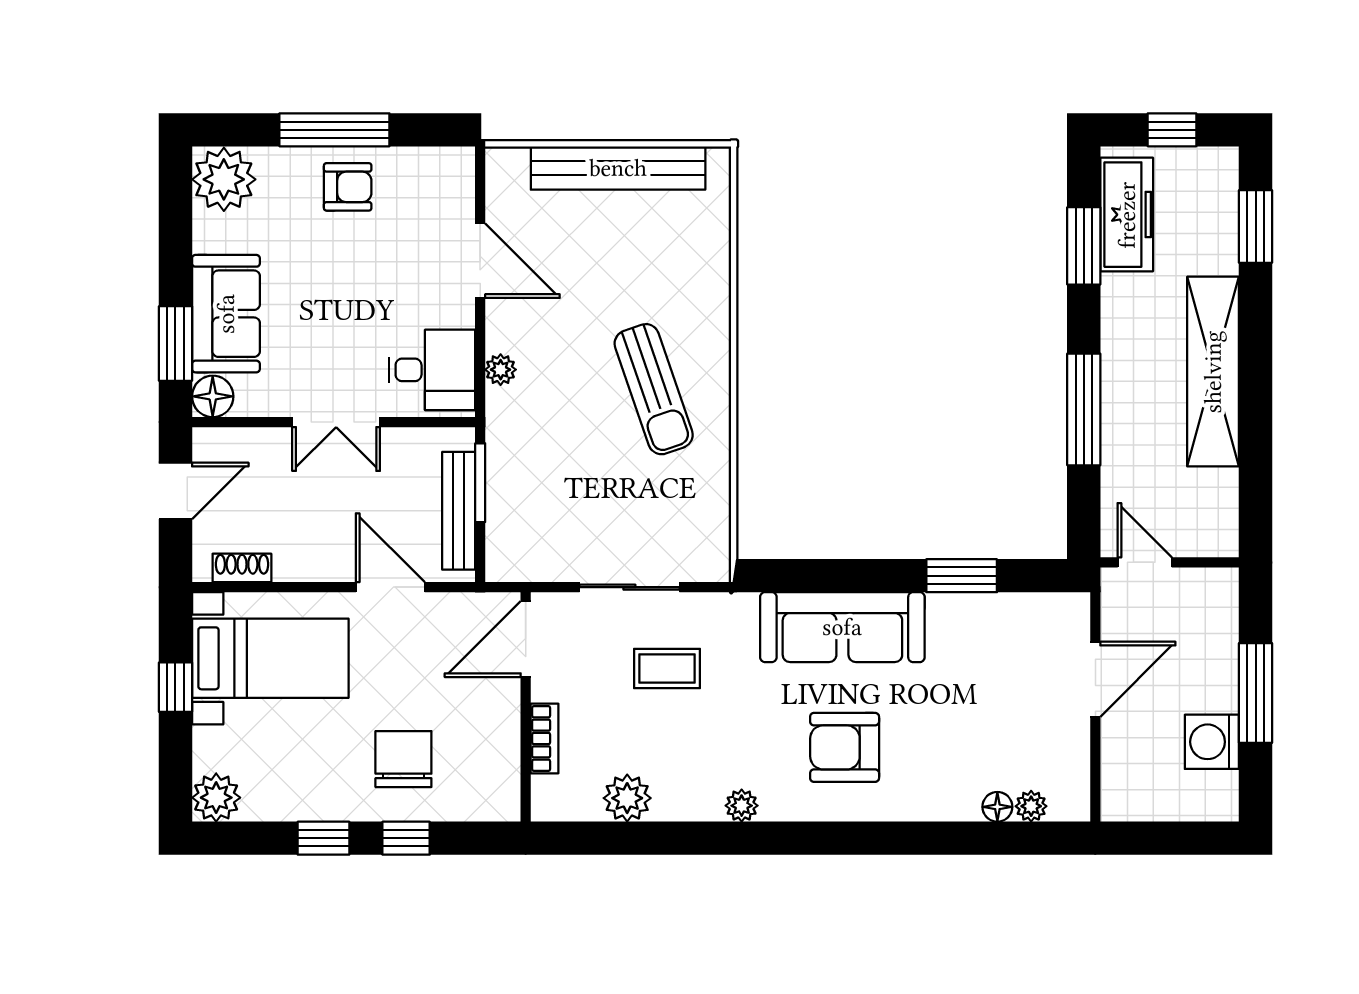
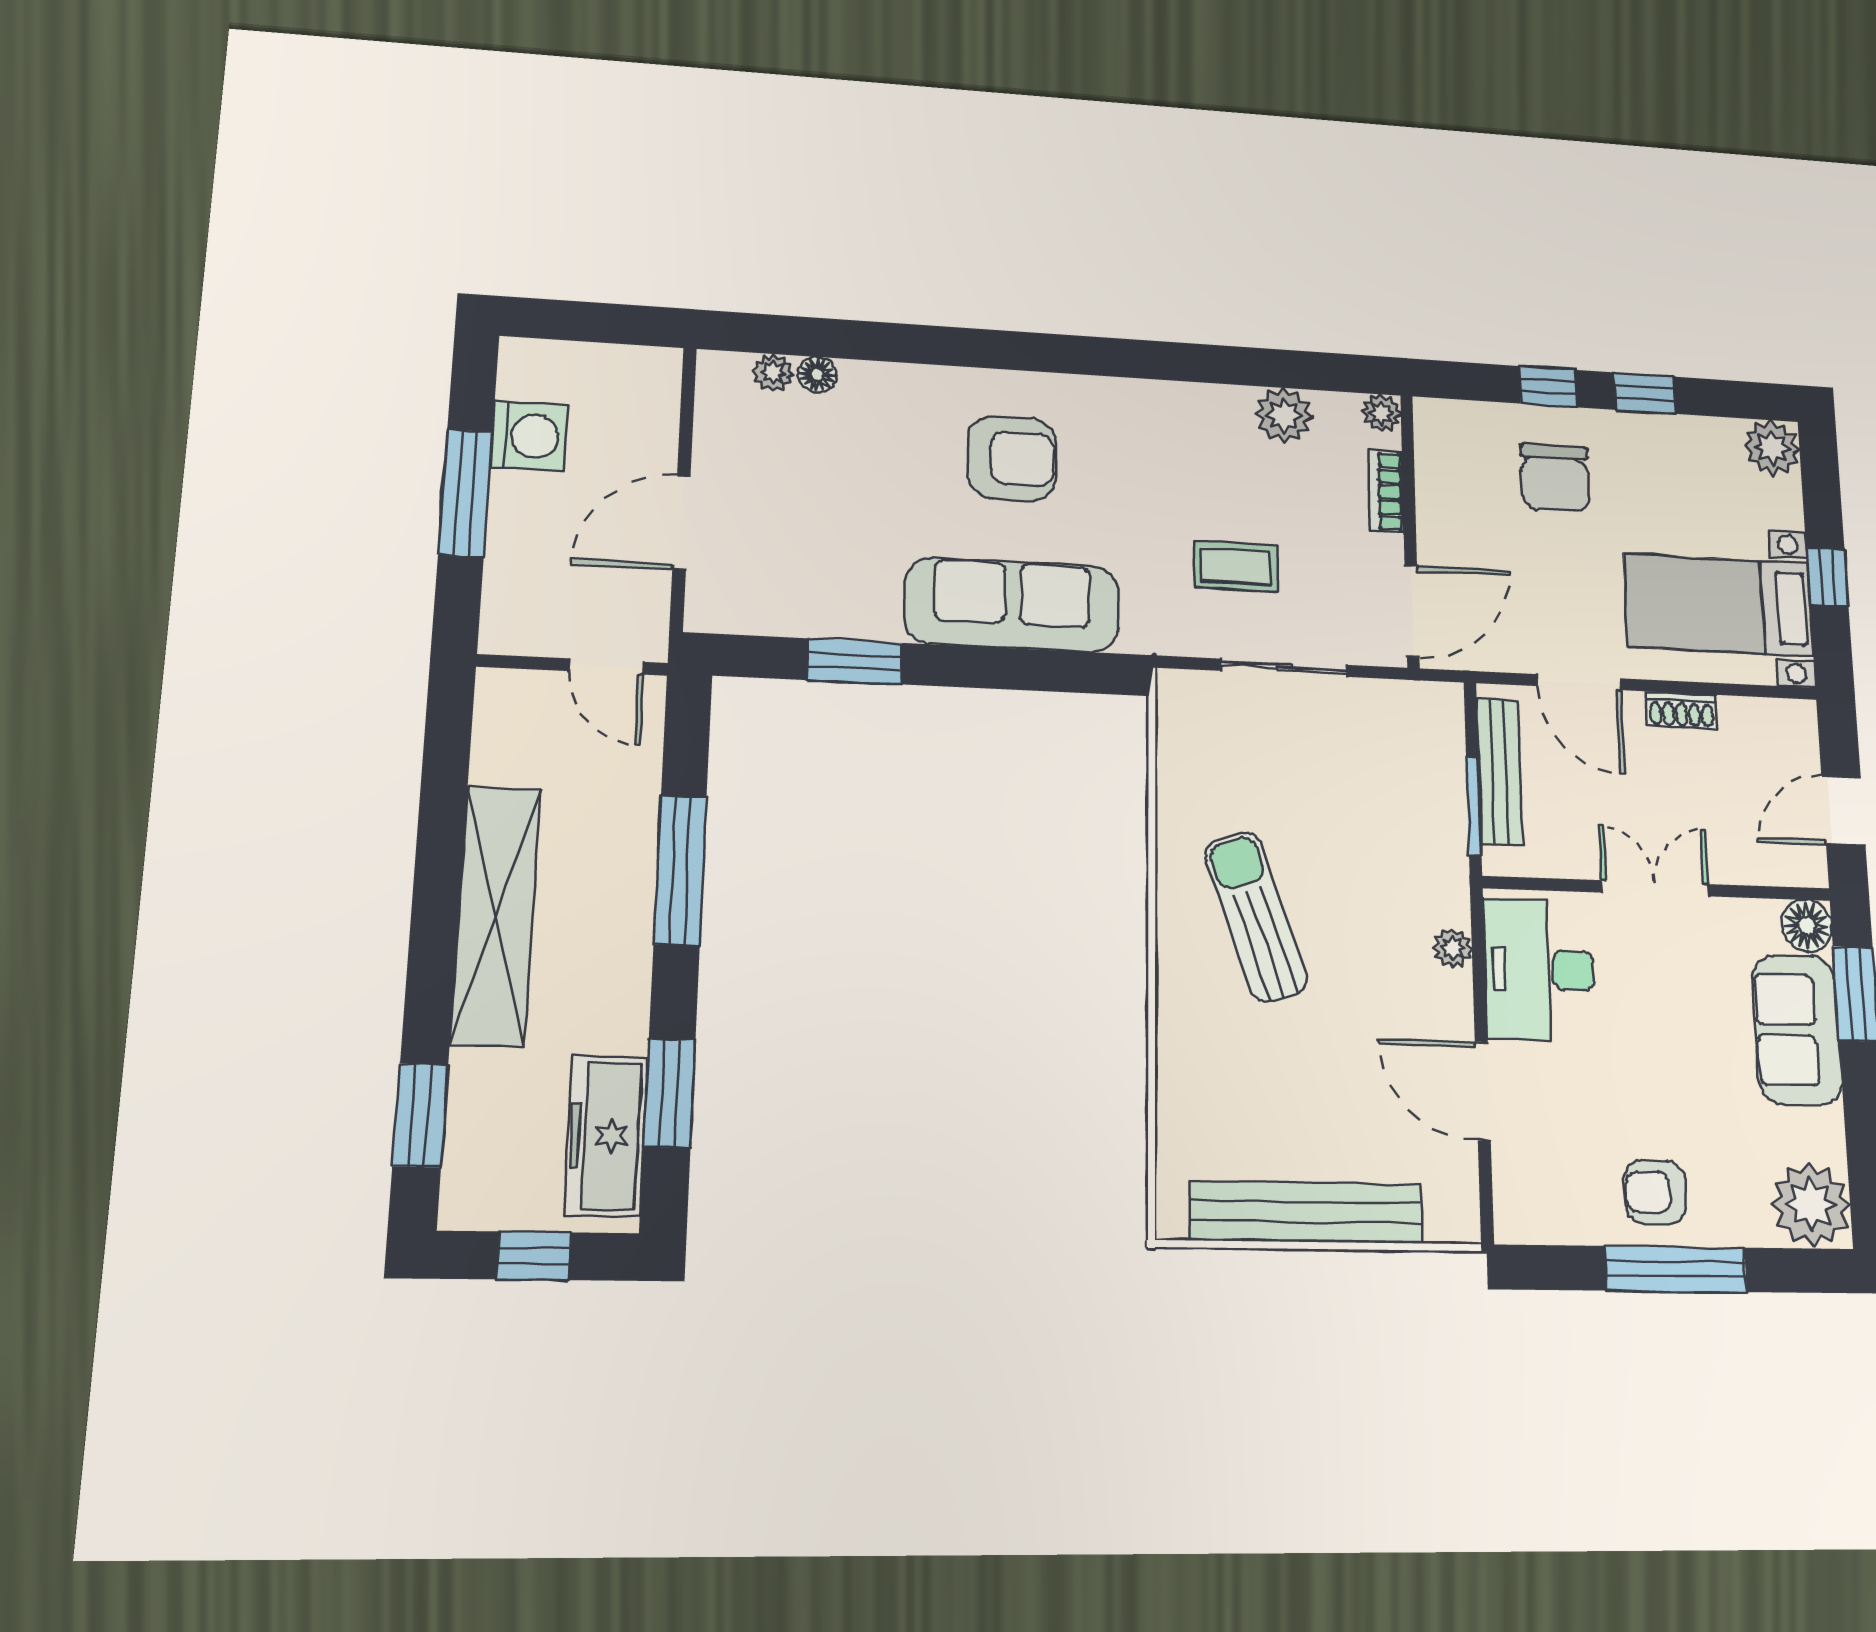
desk: (432, 370) -> (1540, 970), width x1.37
shoe rack: (242, 568) -> (1681, 710), moved
plant: (742, 806) -> (1381, 413), moved

